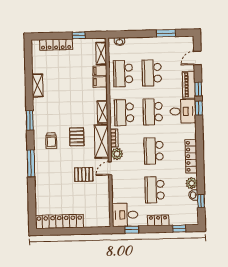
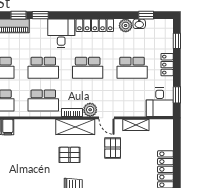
desk: (183, 111) -> (61, 33), moved
shelving: (103, 112) -> (136, 125), moved

